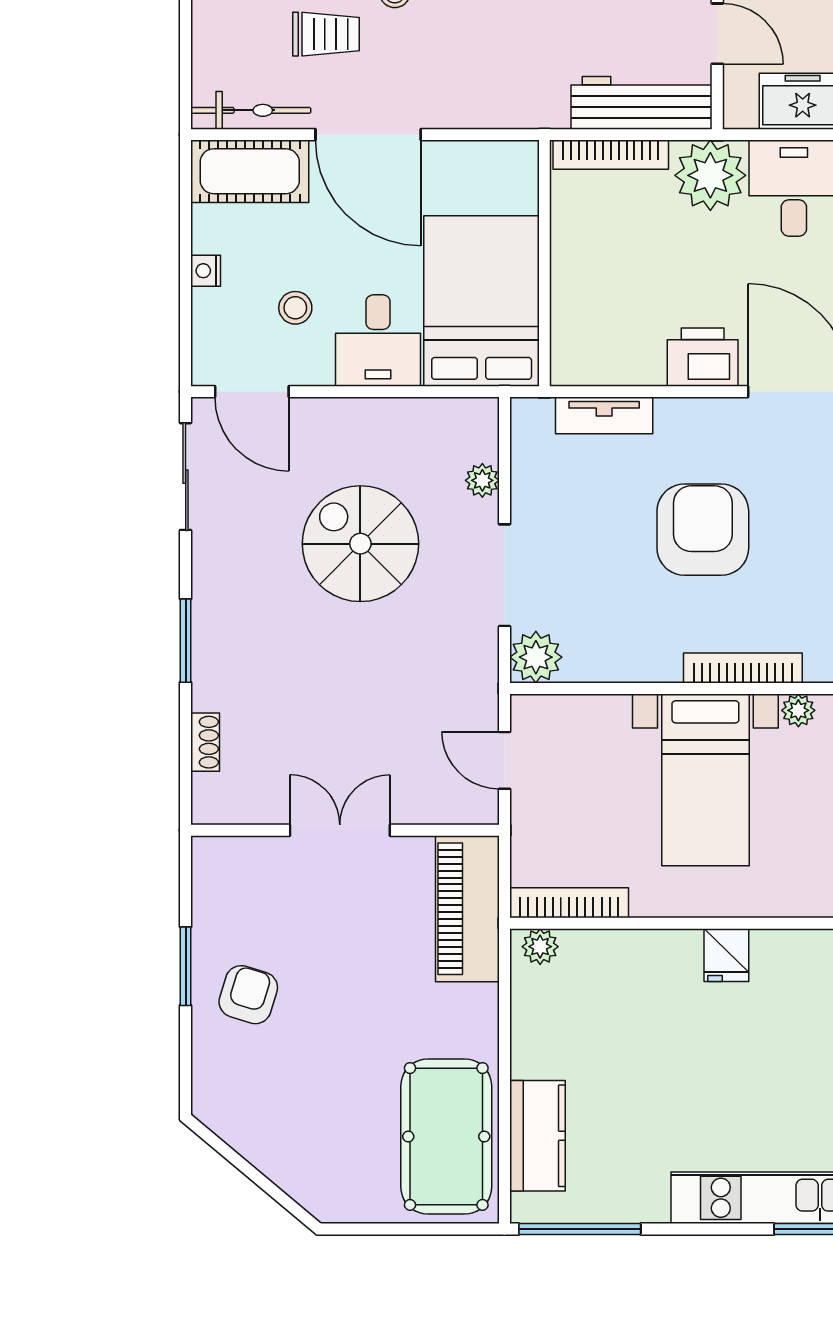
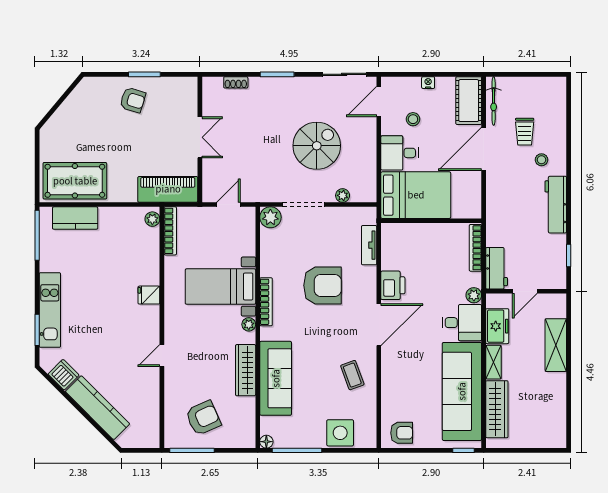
workbench: (642, 103) -> (497, 268), width x0.73
plant: (710, 175) -> (474, 295), width x0.53, depth x0.53

